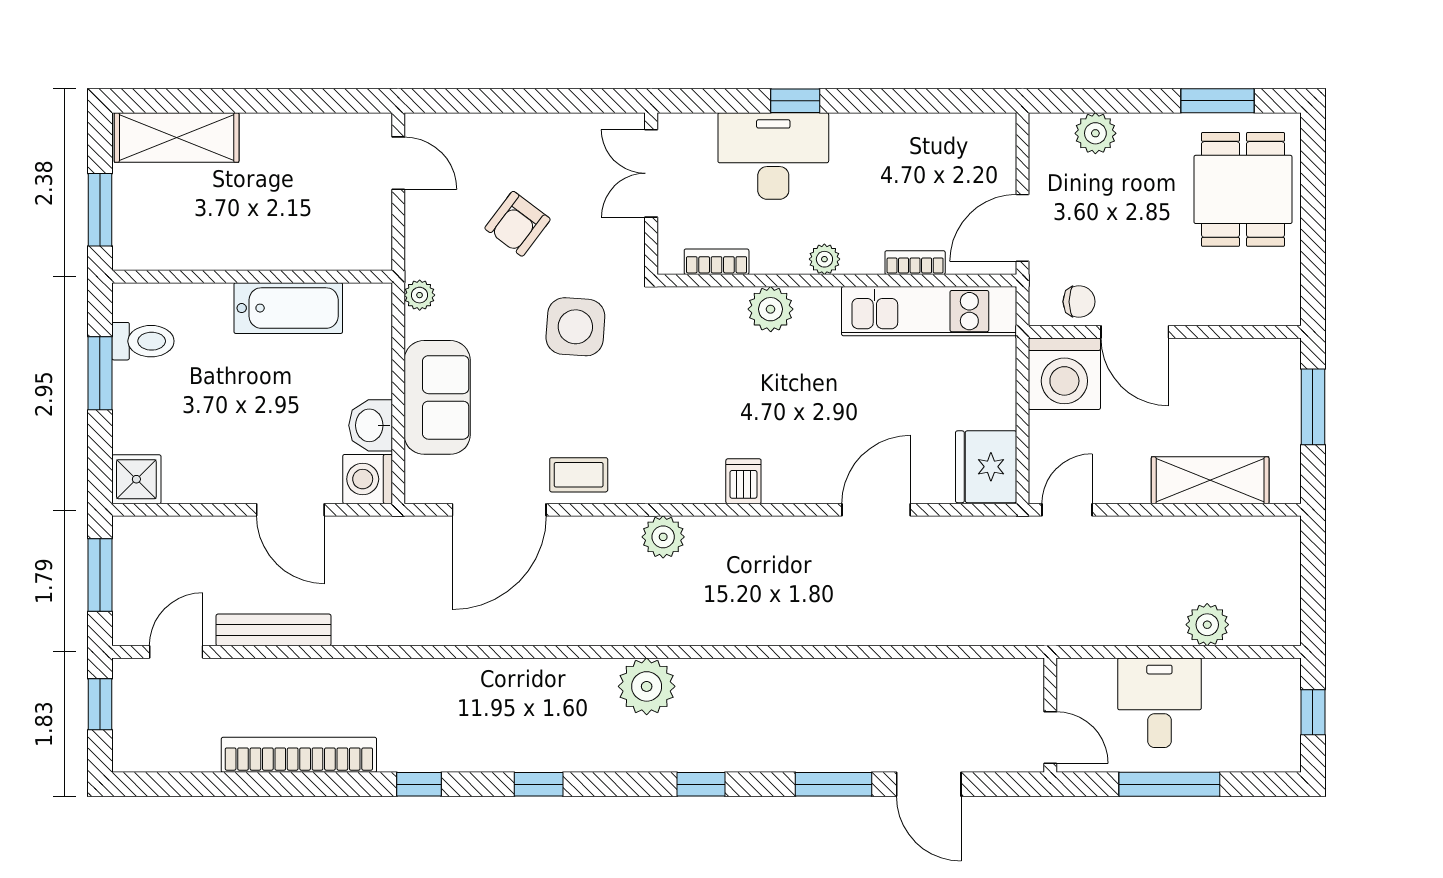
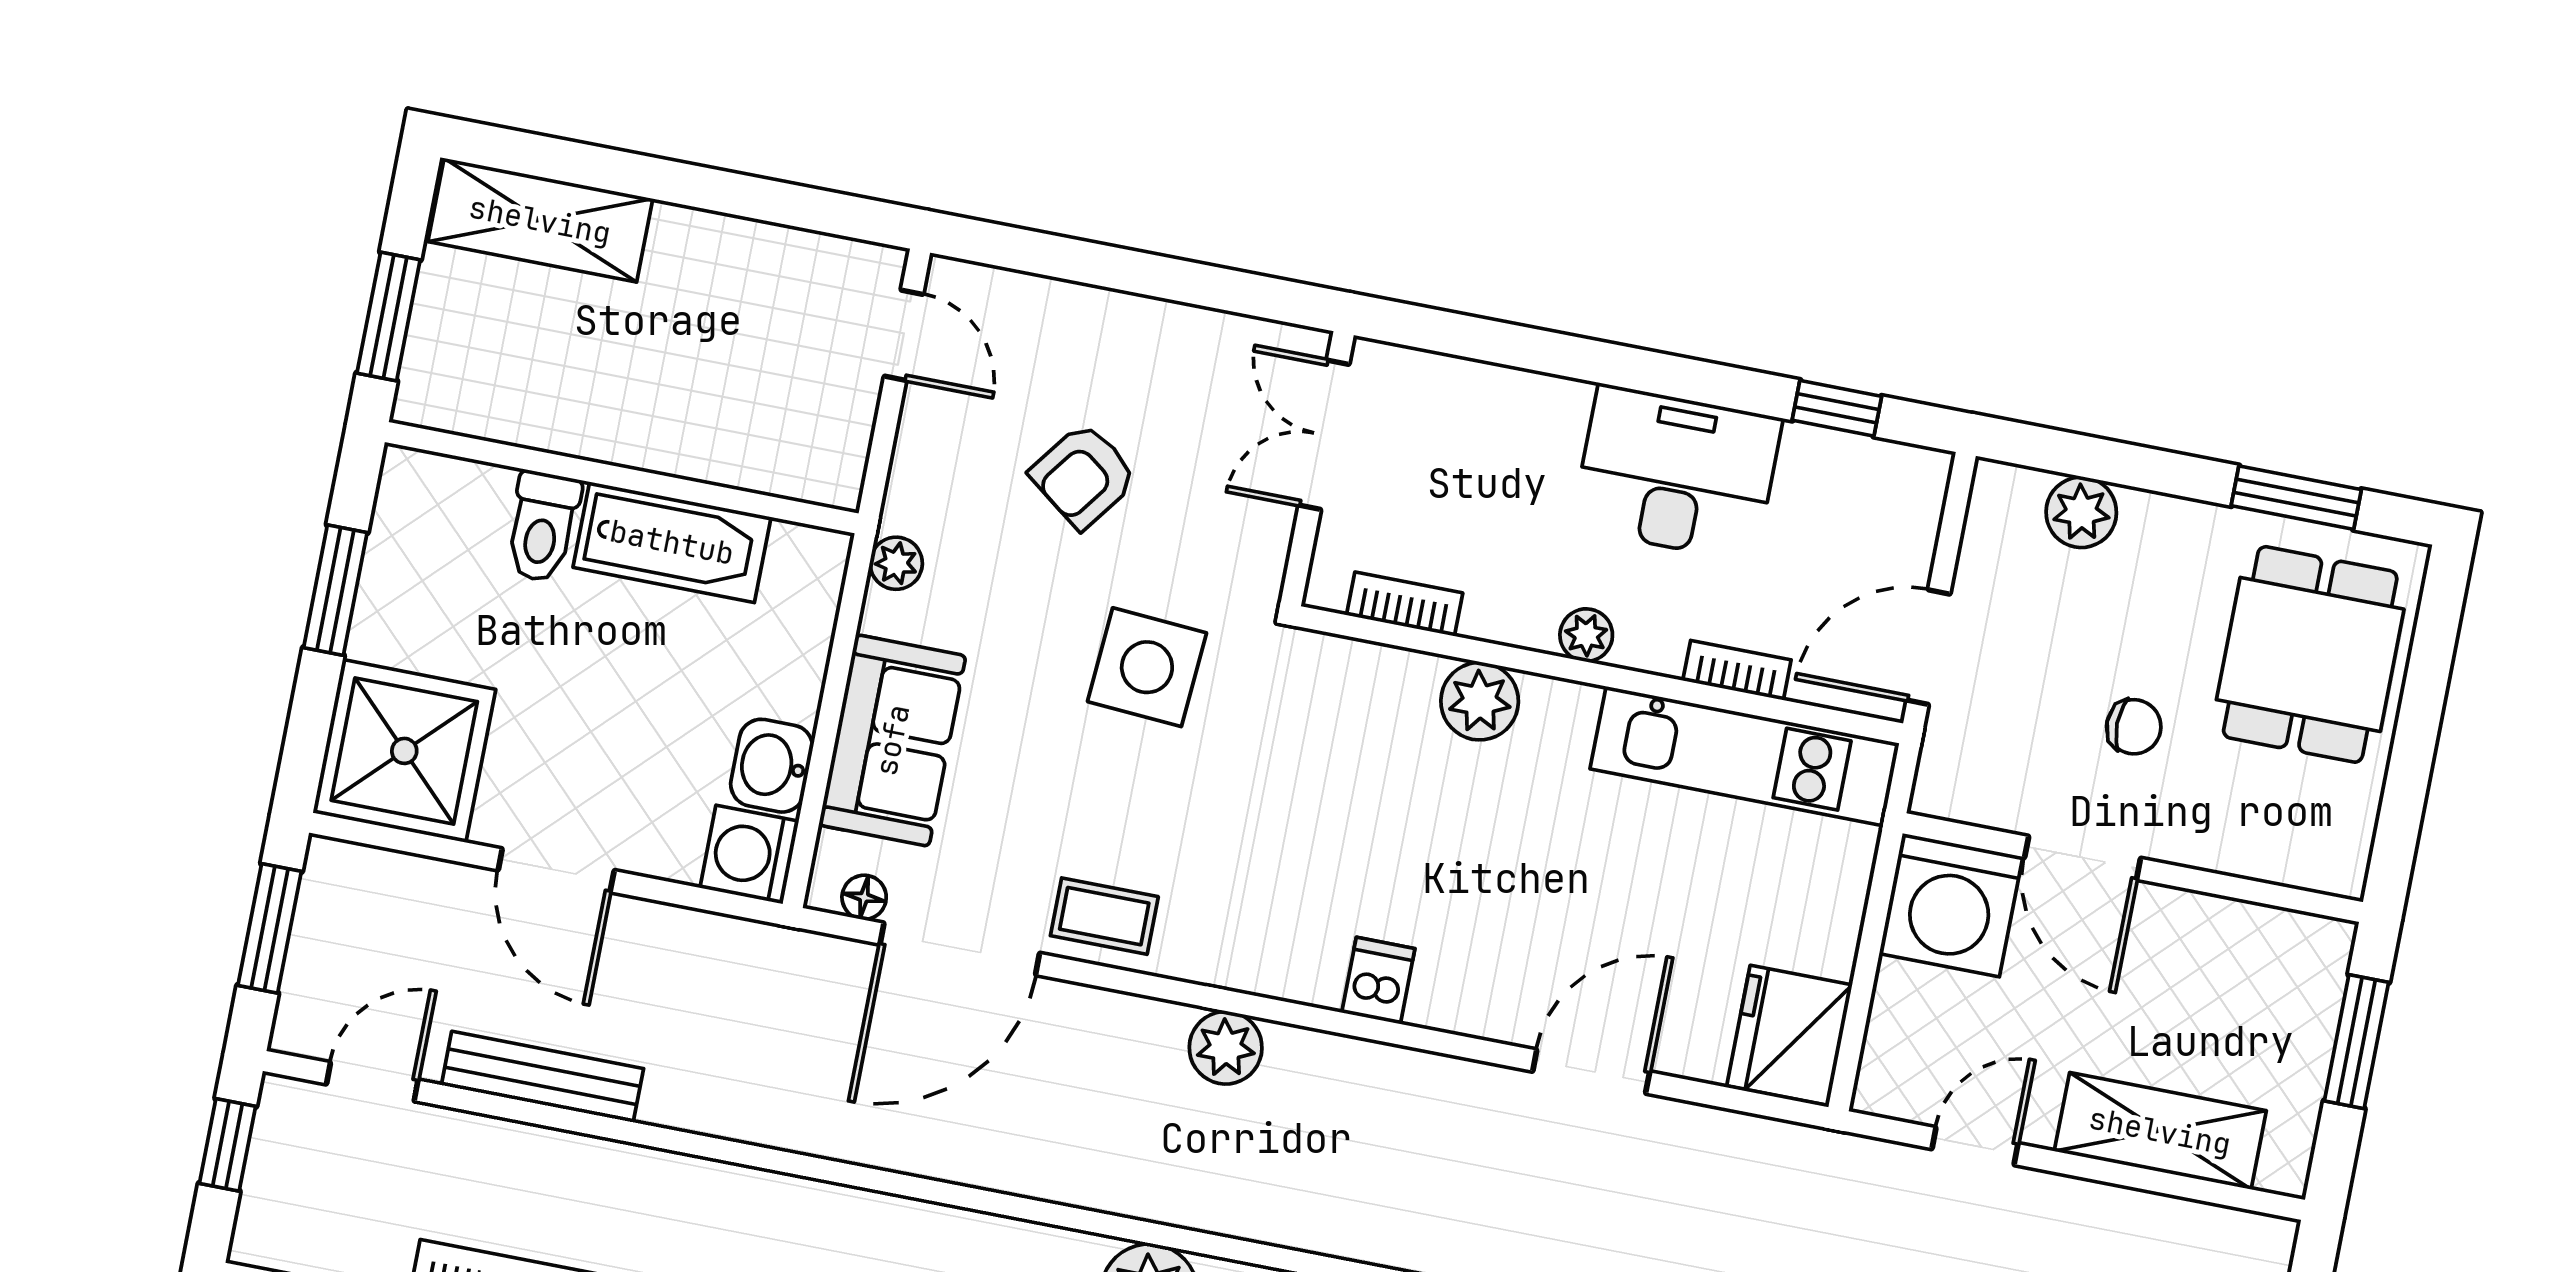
window: (795, 101) -> (1837, 408), moved
desk: (773, 156) -> (1677, 473), moved
chair: (1079, 302) -> (2134, 727), moved
toilet: (143, 341) -> (543, 527), moved, turned 90
shower: (136, 479) -> (404, 751), width x1.86, depth x1.86
floor lamp: (438, 491) -> (864, 897), added
door: (290, 510) -> (556, 870), moved
door: (1067, 510) -> (1975, 1146), moved

